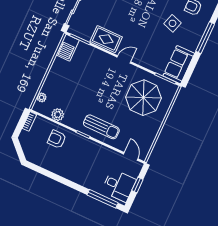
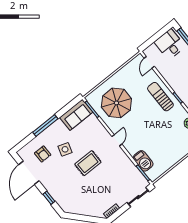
rug: (106, 39) -> (88, 163), moved, turned 90
barbecue: (68, 48) -> (143, 161), moved, turned 90
door: (124, 59) -> (117, 140), swing flipped
window: (137, 185) -> (155, 37), removed

